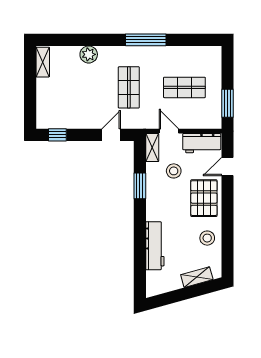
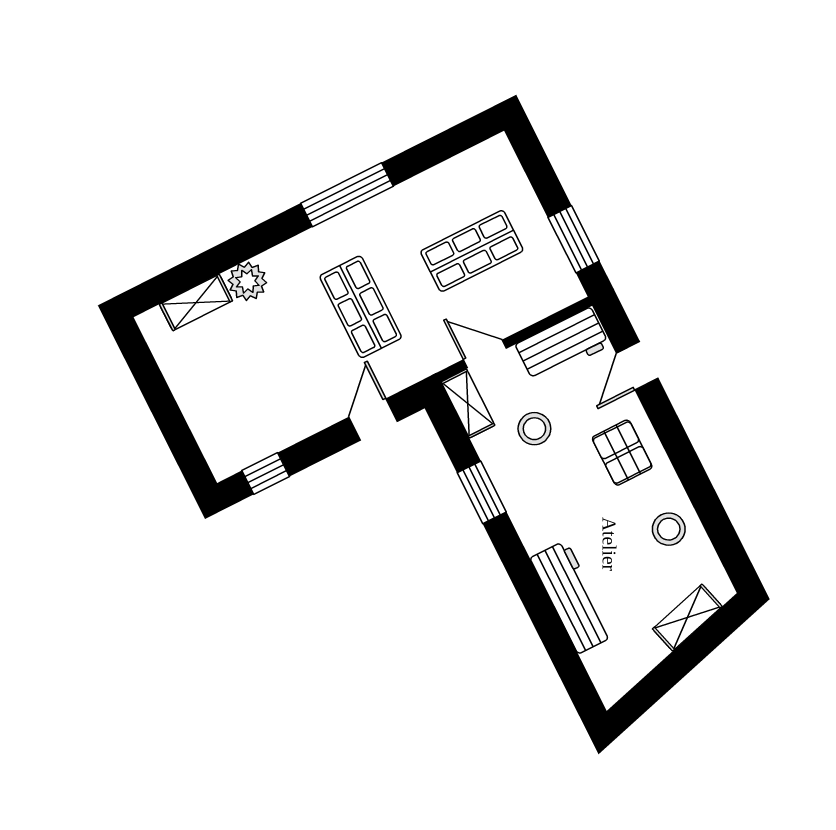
shelving: (43, 62) -> (196, 302), moved, turned 90
pallet: (204, 198) -> (622, 453), width x0.67, depth x0.71

